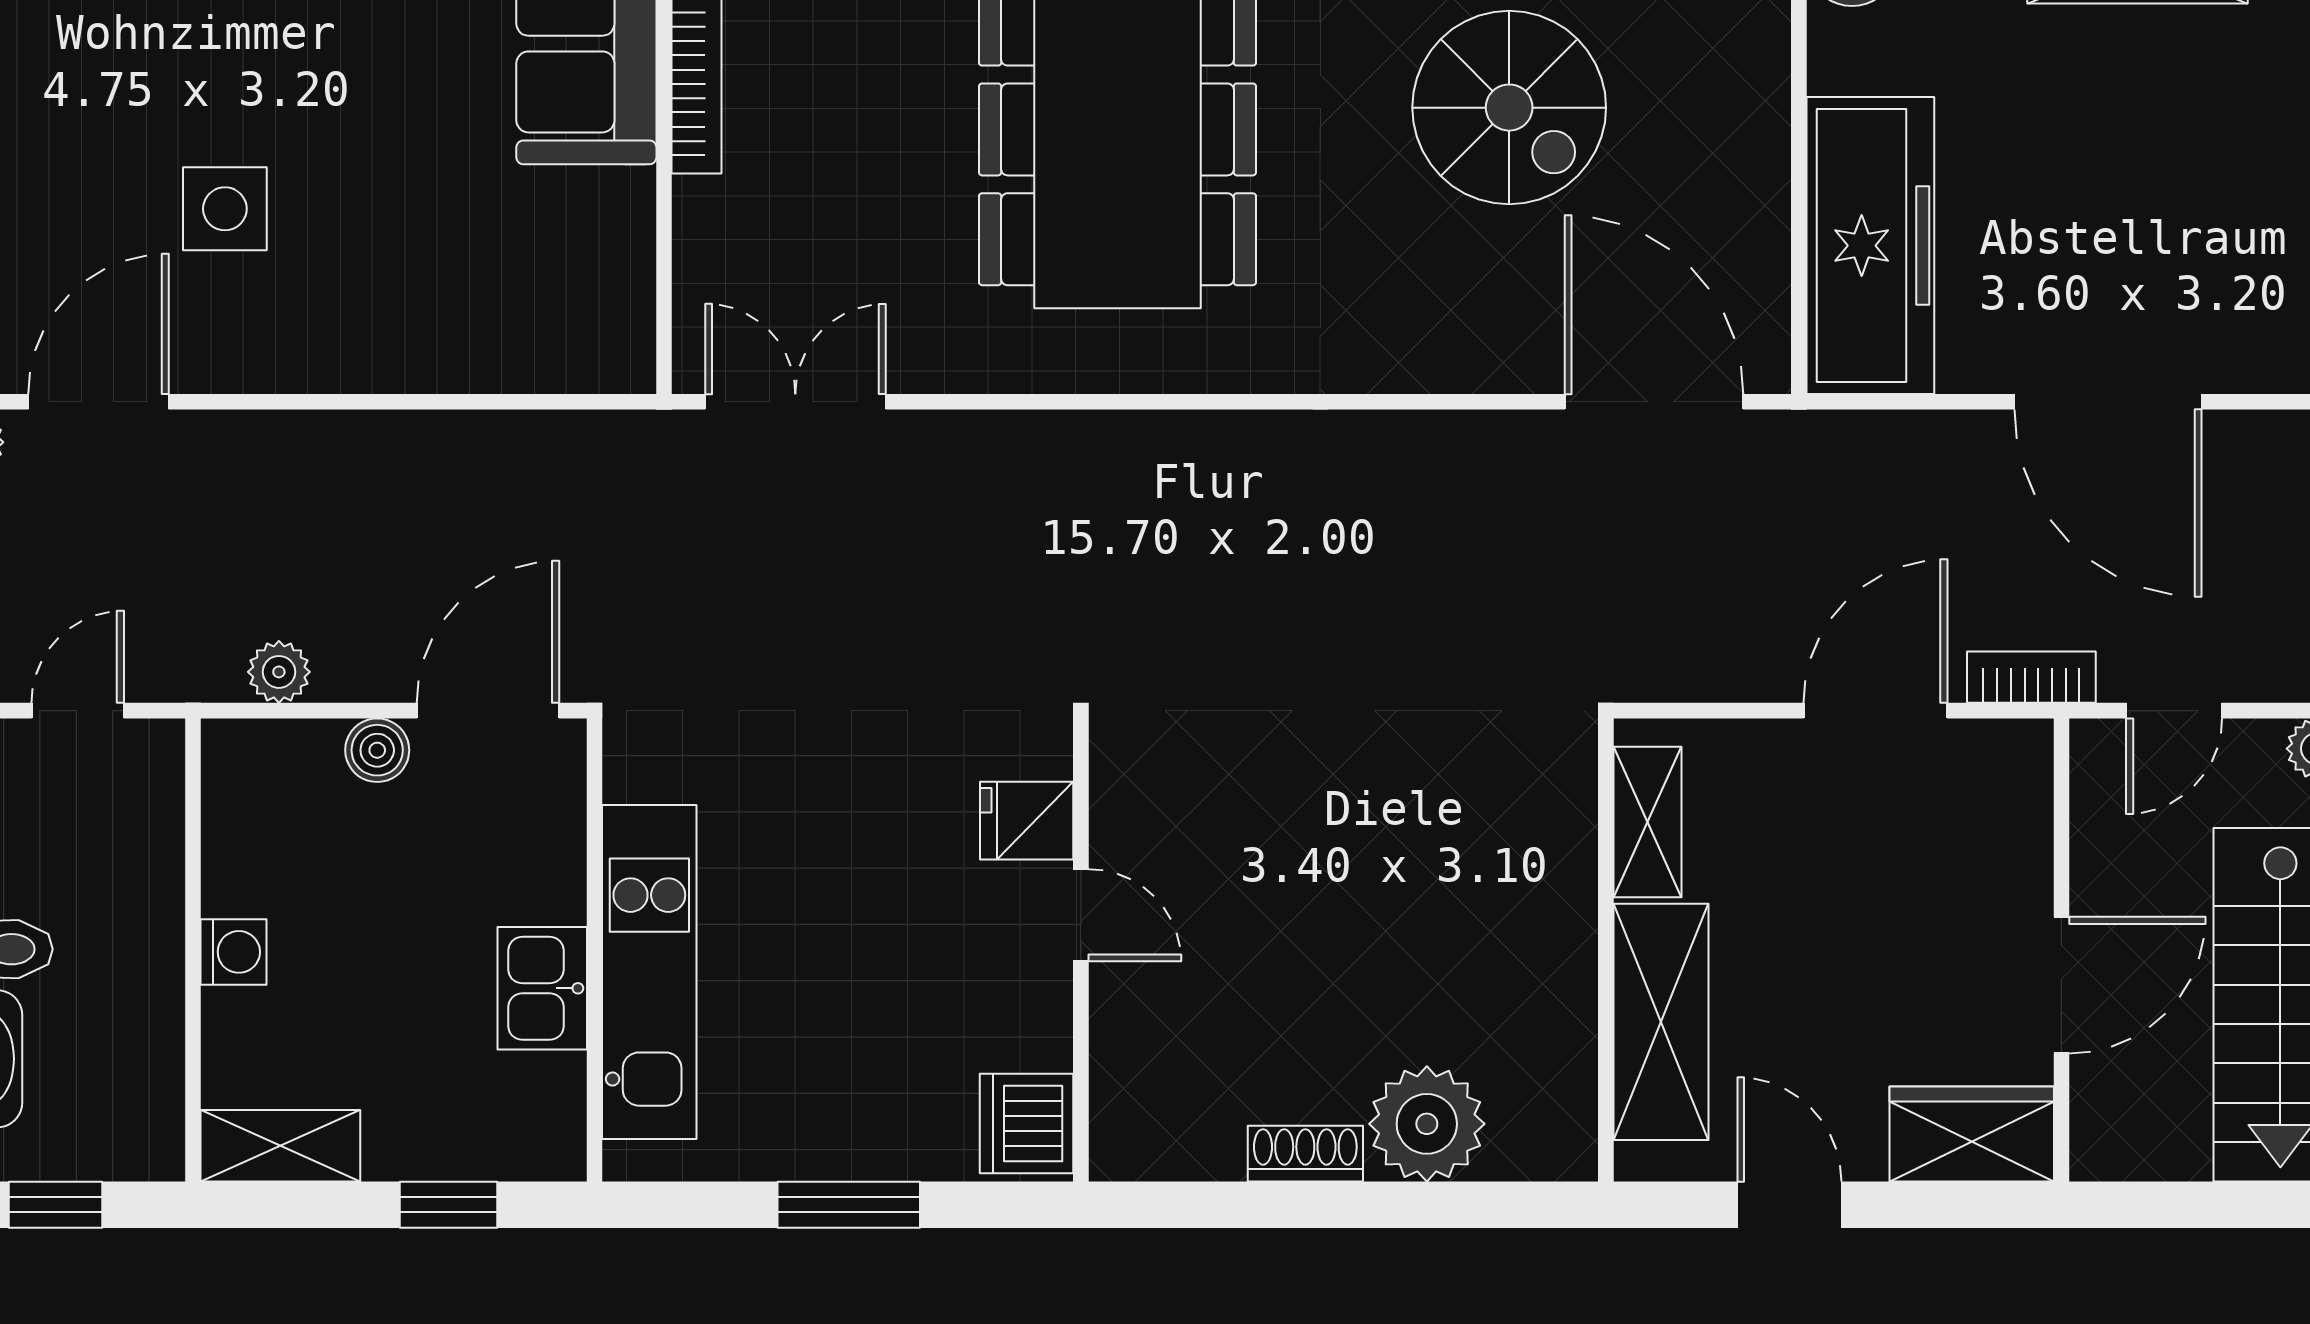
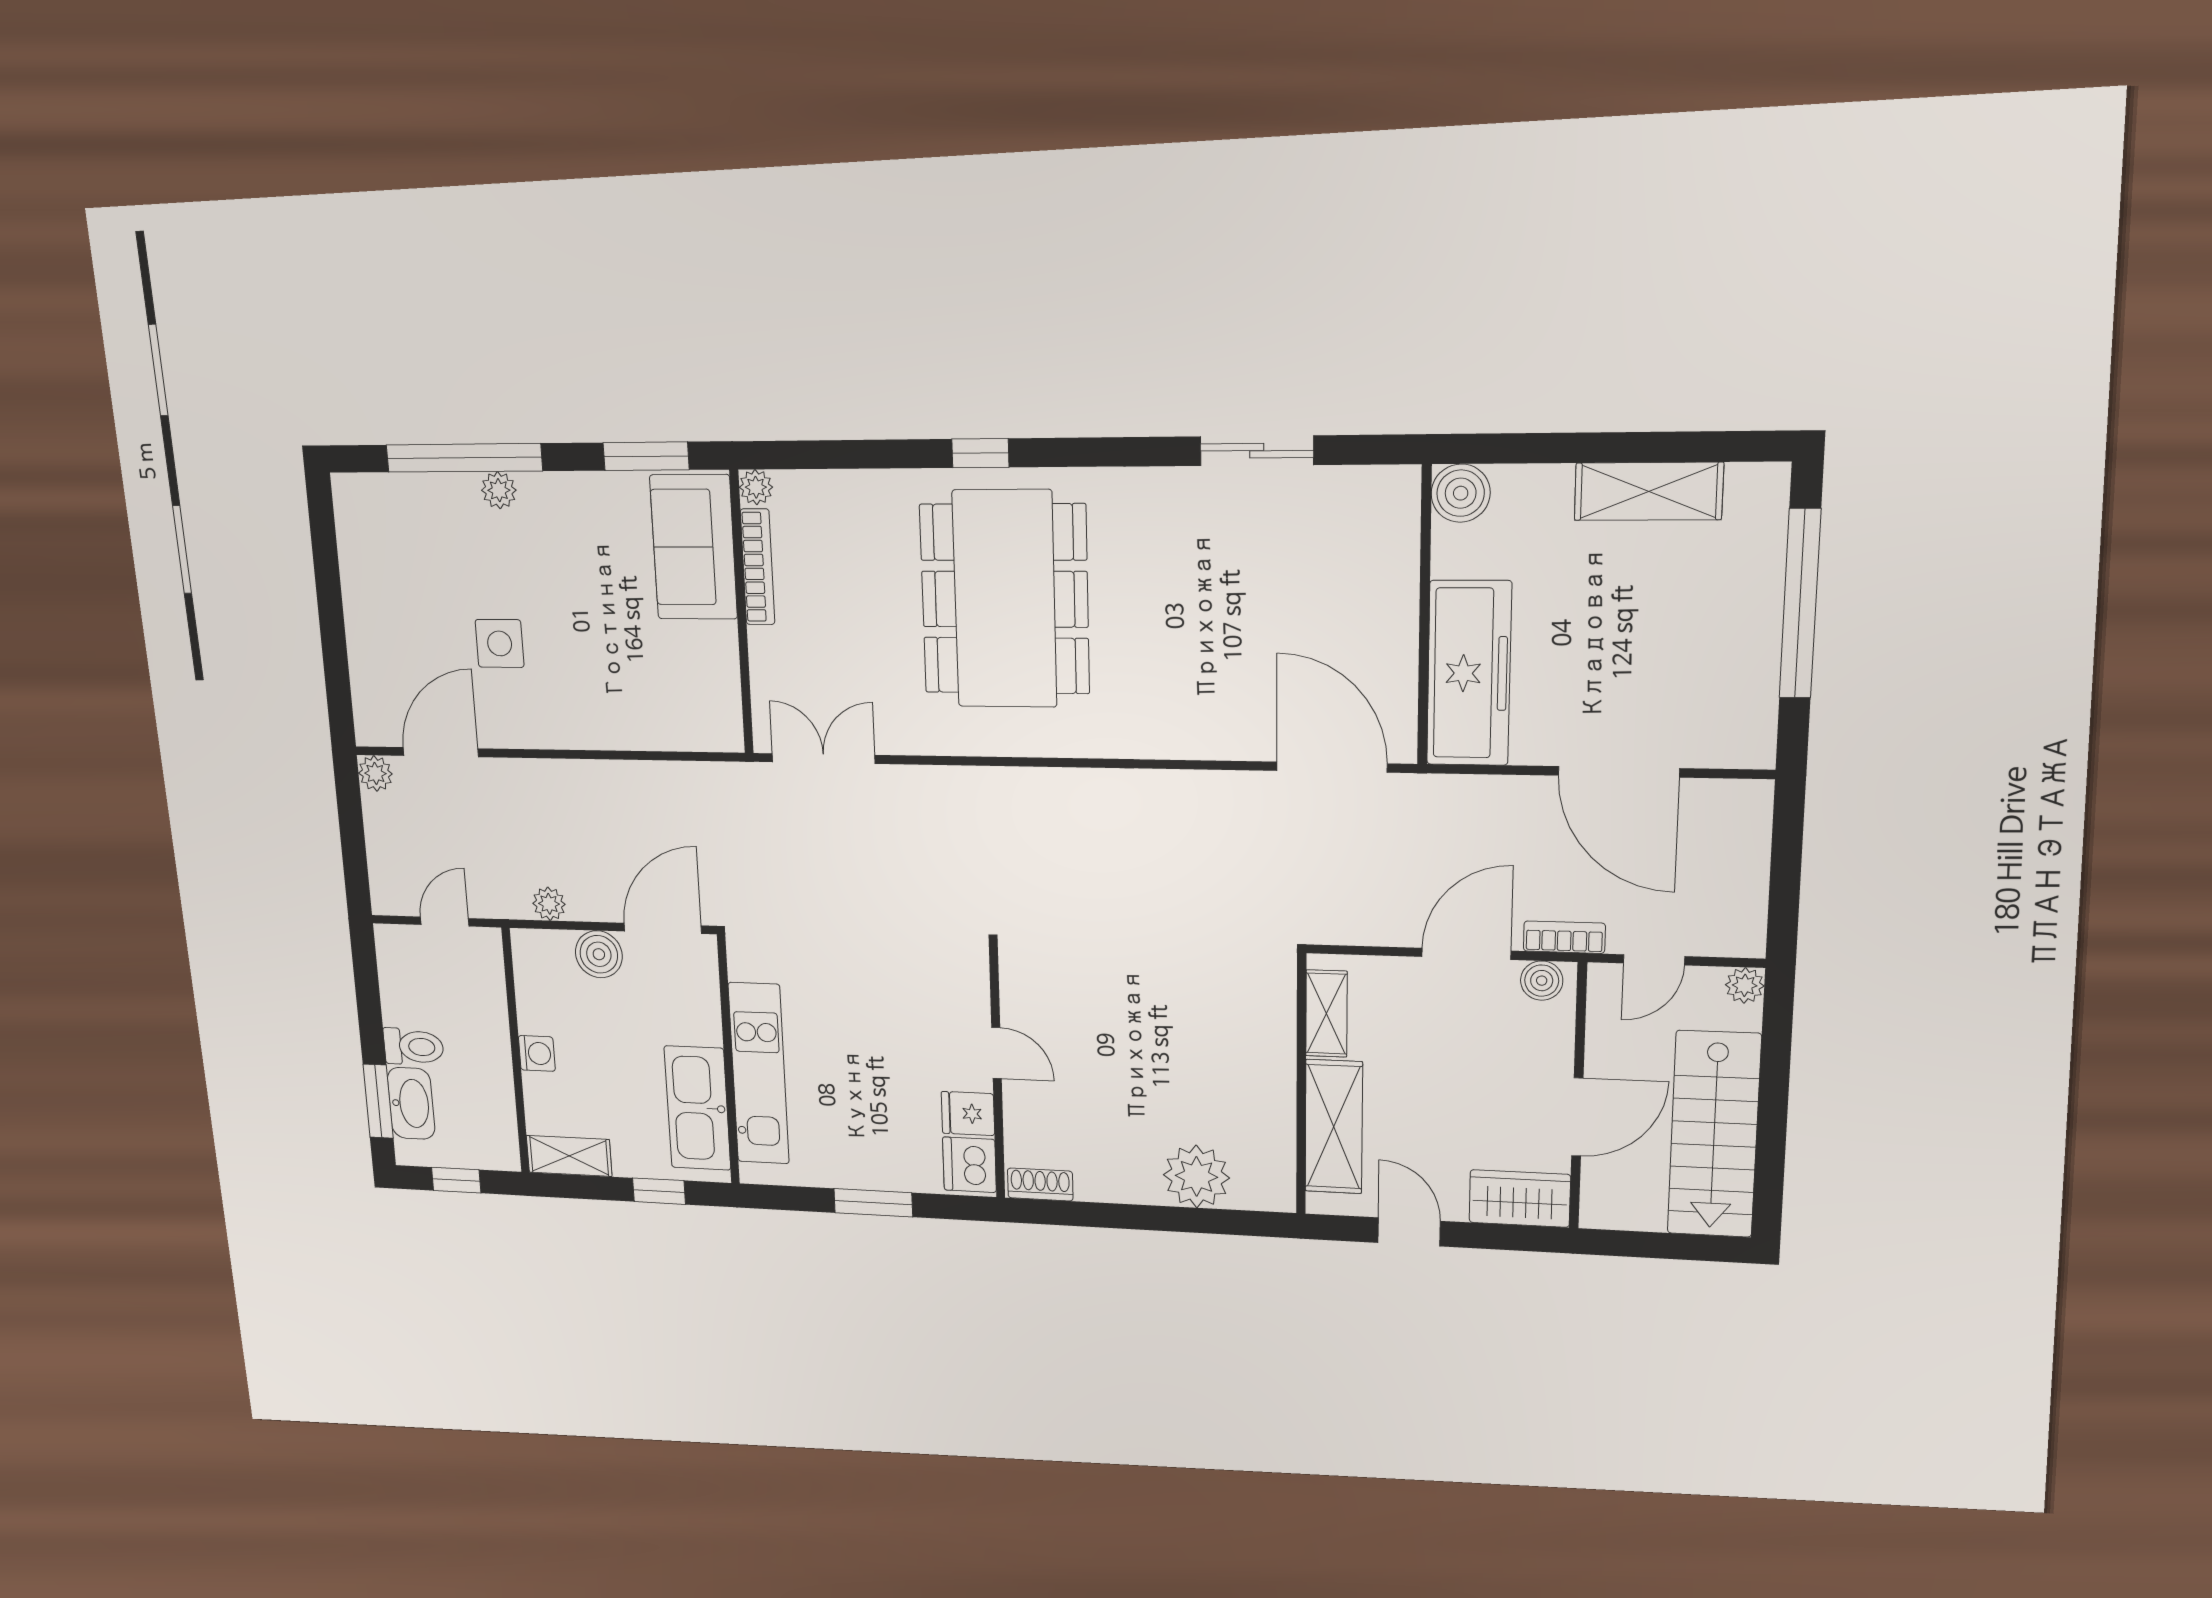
spiral stairs: (1509, 108) -> (1242, 586), removed
boiler: (377, 750) -> (599, 954), width x1.36, depth x1.36
boiler: (1998, 752) -> (1542, 981), added
fridge: (1027, 821) -> (968, 1114), moved
kitchen sink: (542, 988) -> (698, 1108), width x1.88, depth x1.24
shoe rack: (1305, 1154) -> (1040, 1184), moved

